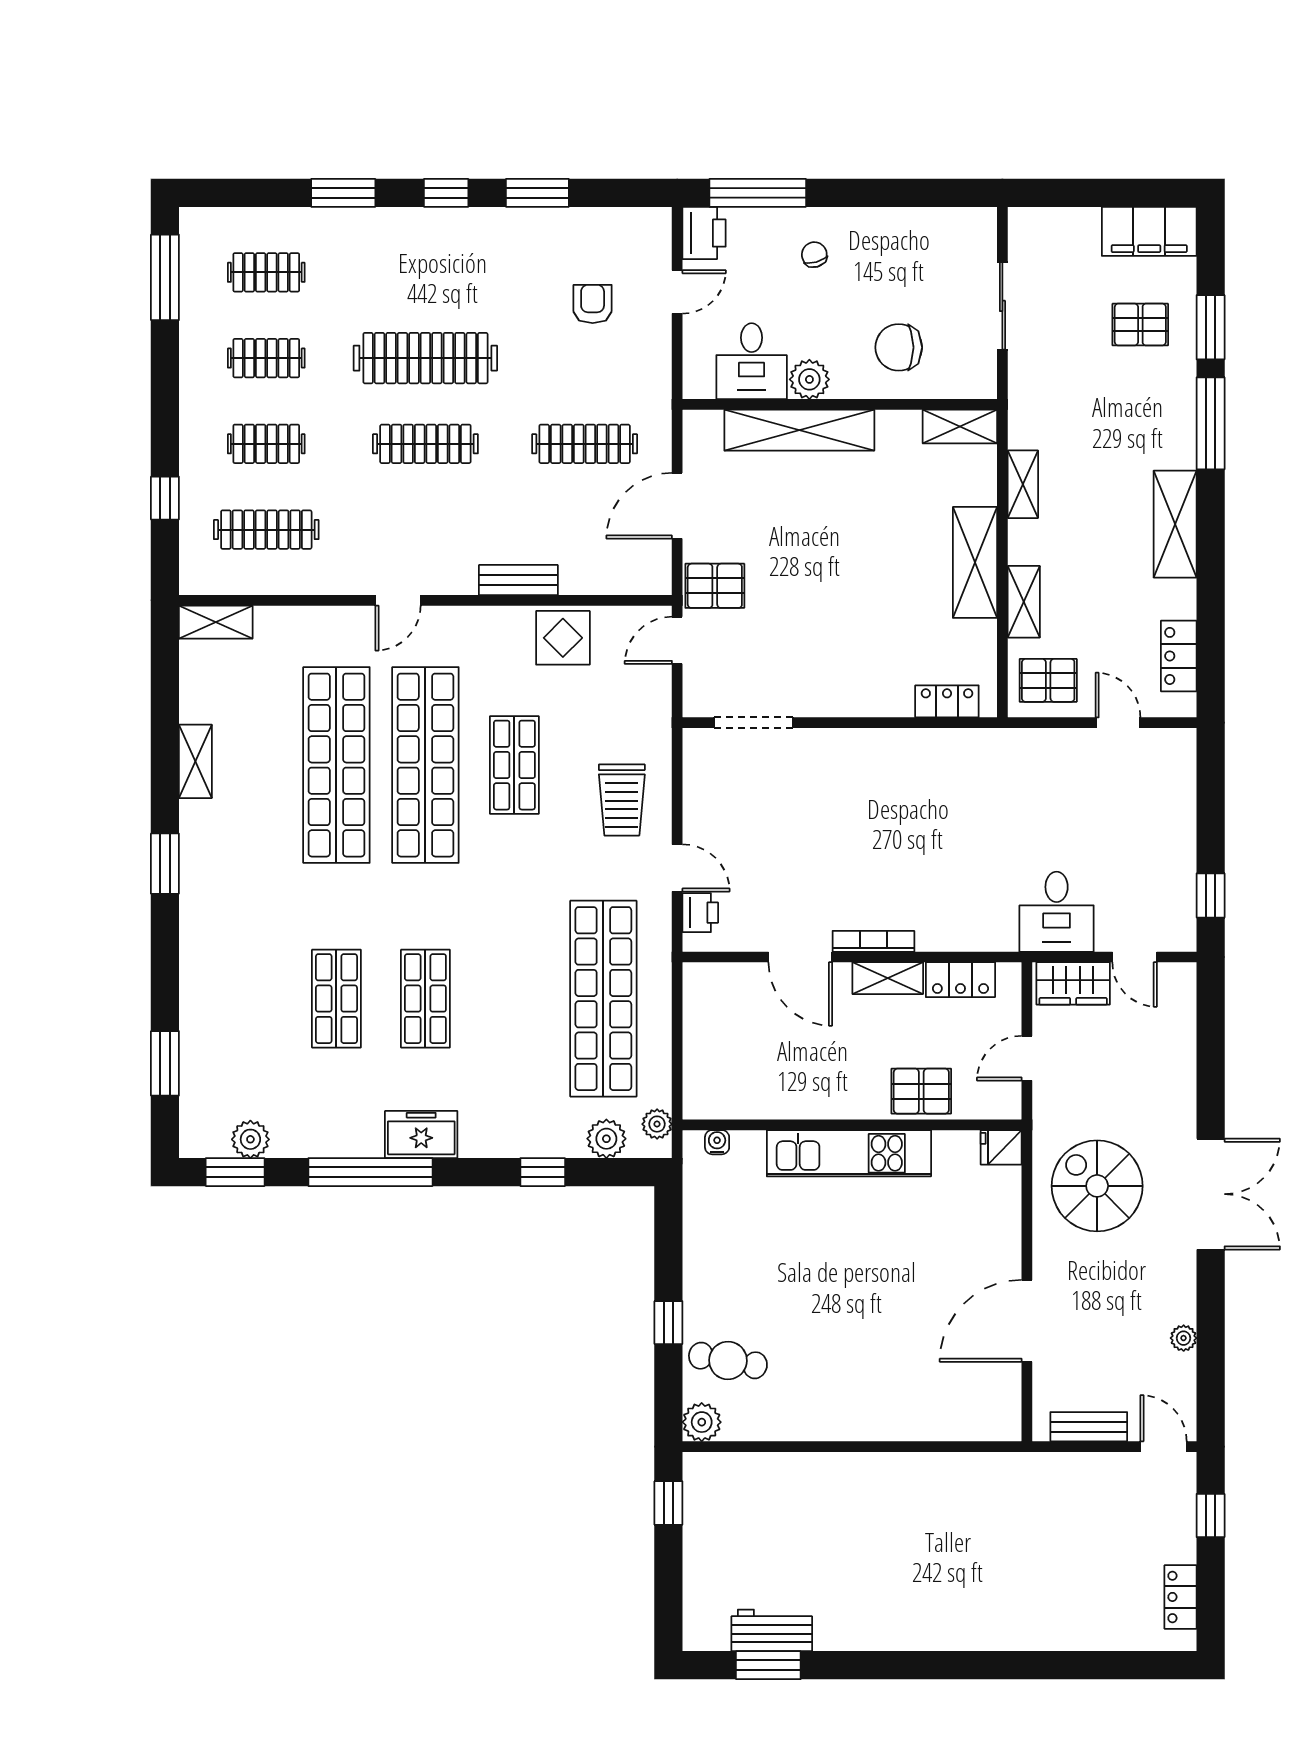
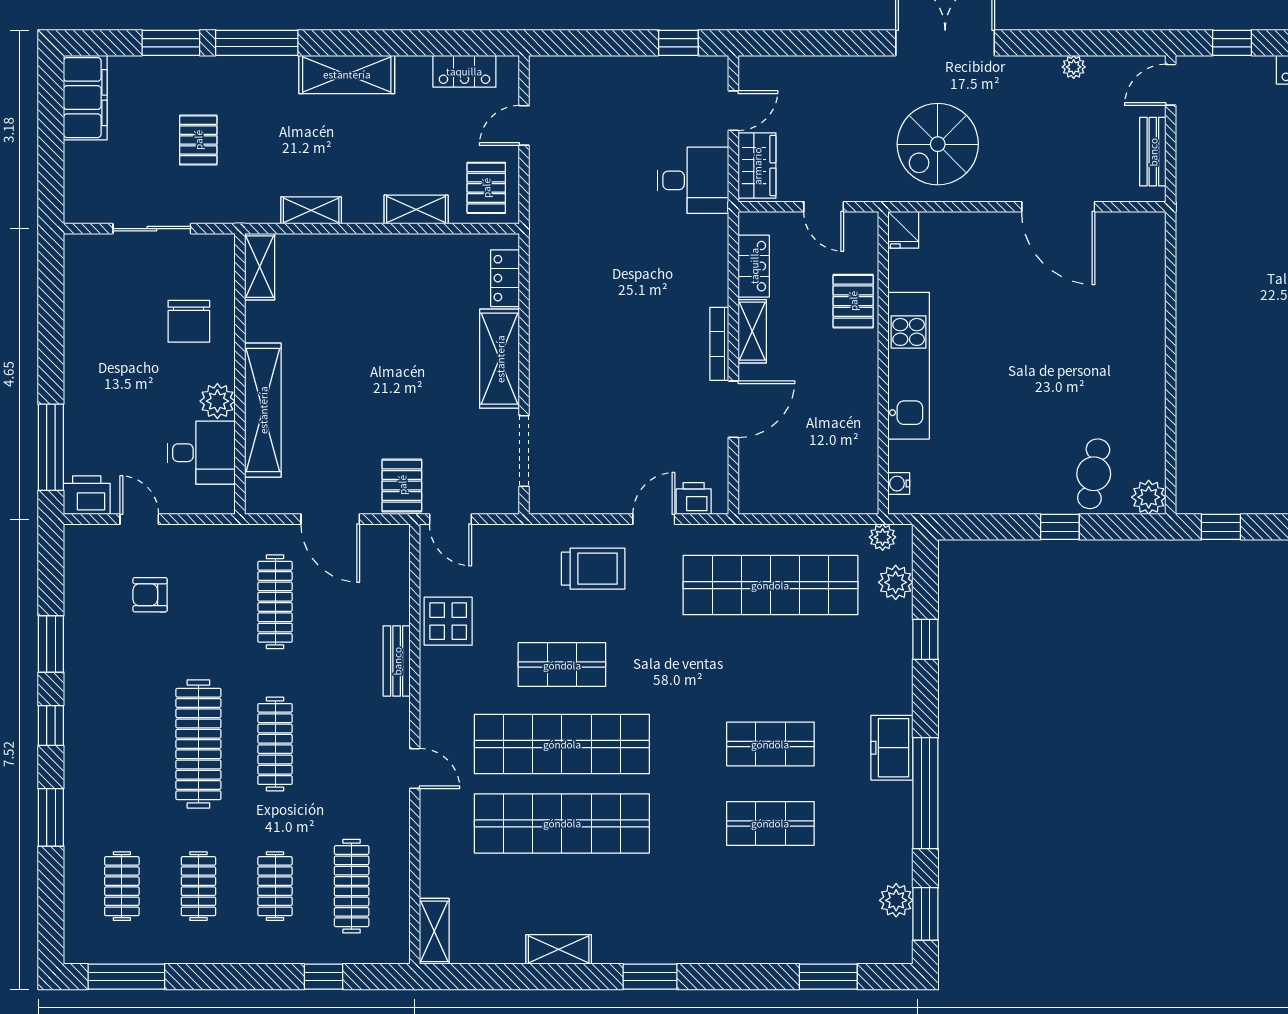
chair: (814, 255) -> (106, 397), removed
pallet: (1140, 325) -> (198, 140), moved
shelving: (975, 562) -> (500, 359), moved, turned 90

